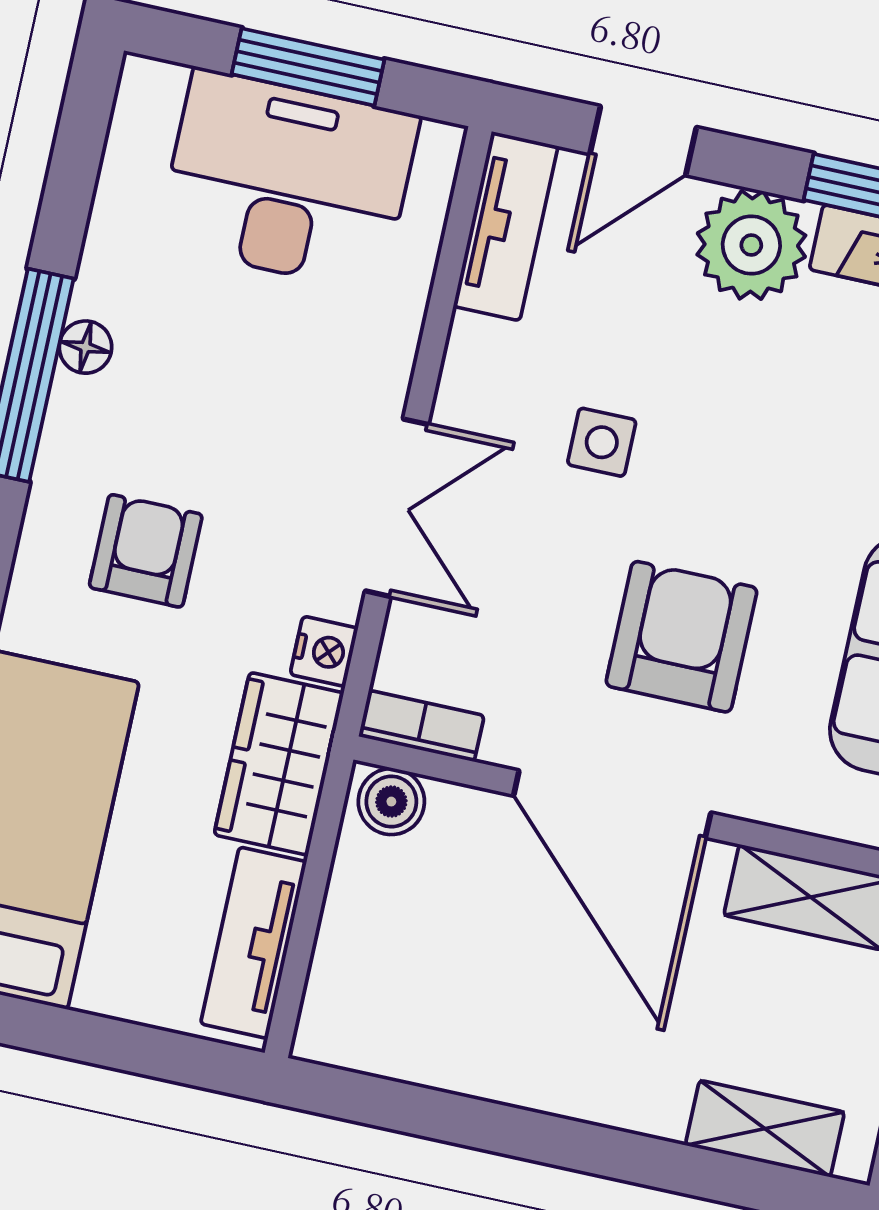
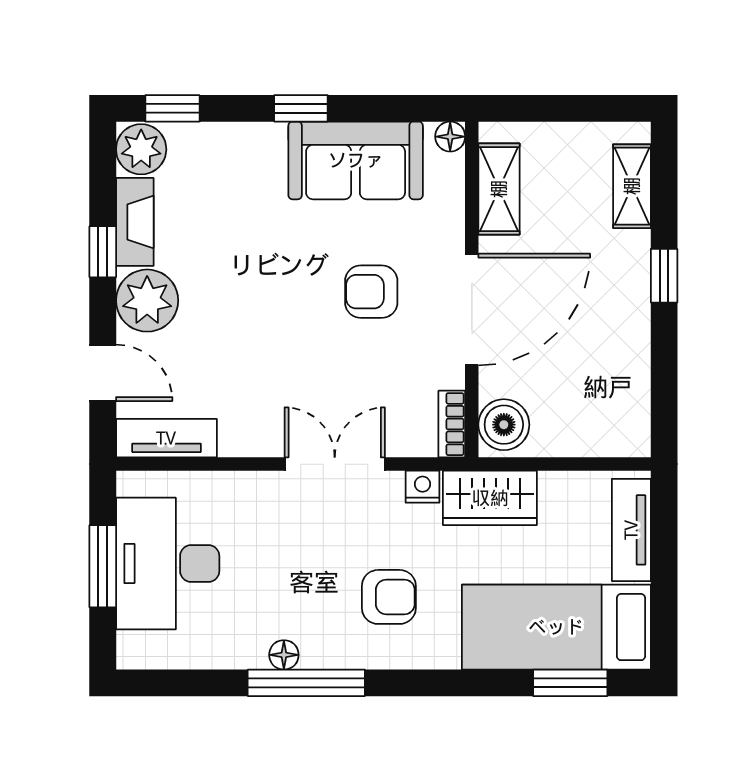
side table: (602, 442) -> (274, 359), removed
armchair: (146, 551) -> (389, 597), turned 180
armchair: (682, 637) -> (371, 292), width x0.72, depth x0.72
boiler: (391, 802) -> (504, 425), width x1.36, depth x1.36
tv unit: (254, 943) -> (631, 530), moved, turned 90
window: (598, 1150) -> (664, 276), added

